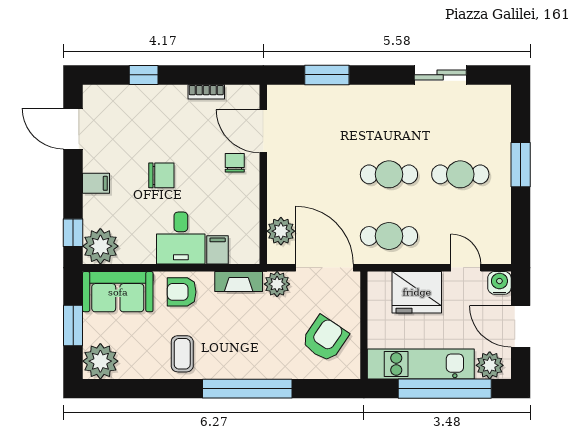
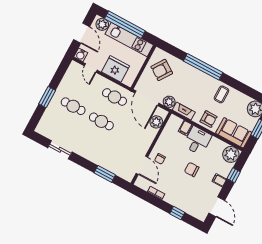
window: (73, 233) -> (234, 175), moved

